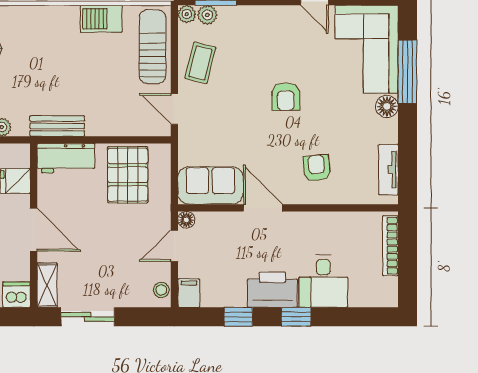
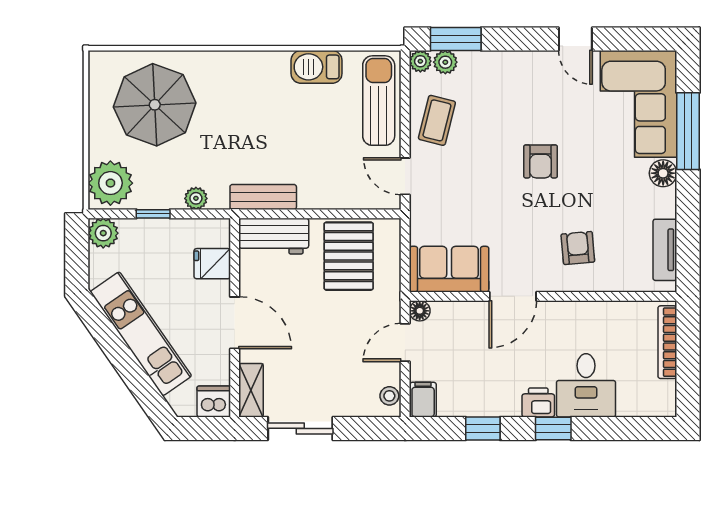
door: (263, 208) -> (513, 296), swing flipped
printer: (272, 290) -> (538, 402), width x0.53, depth x0.68

